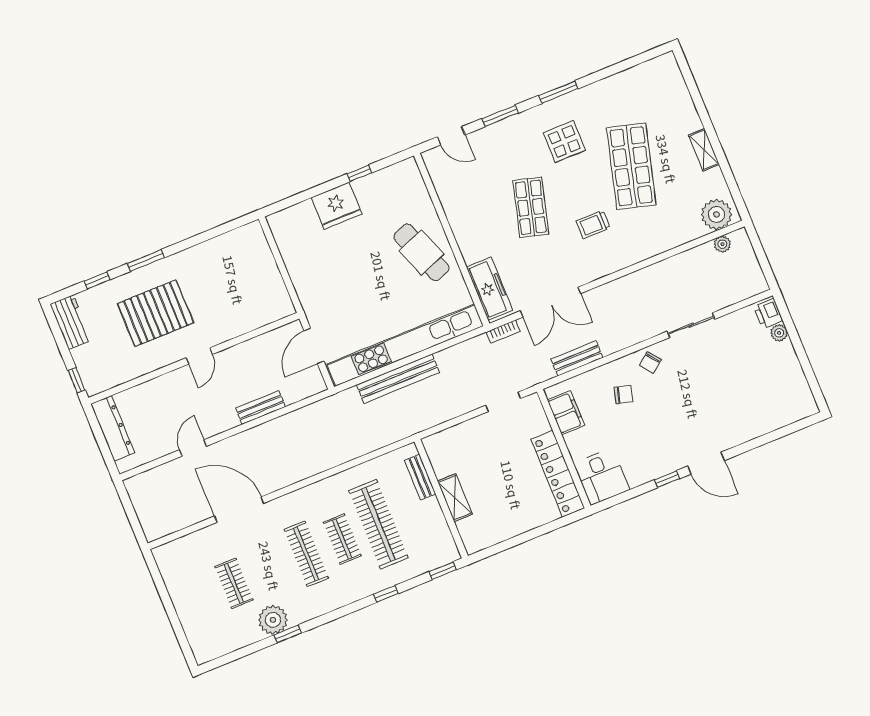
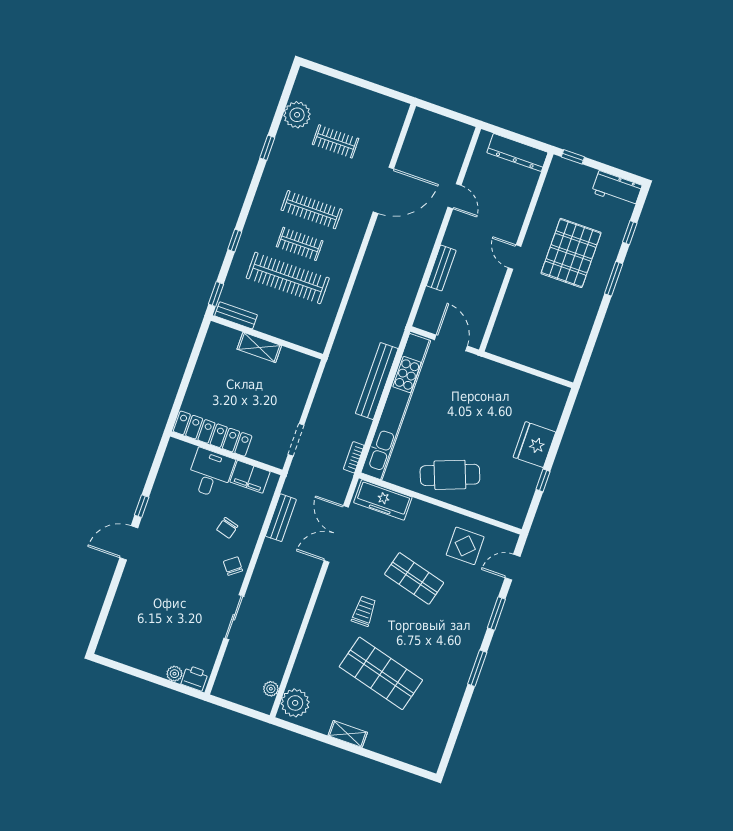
display table: (564, 142) -> (465, 546), moved
bookcase: (503, 332) -> (354, 457), moved
bench: (420, 477) -> (236, 315), moved
desk: (602, 477) -> (210, 473), moved, turned 90
plant: (273, 620) -> (297, 115), moved

